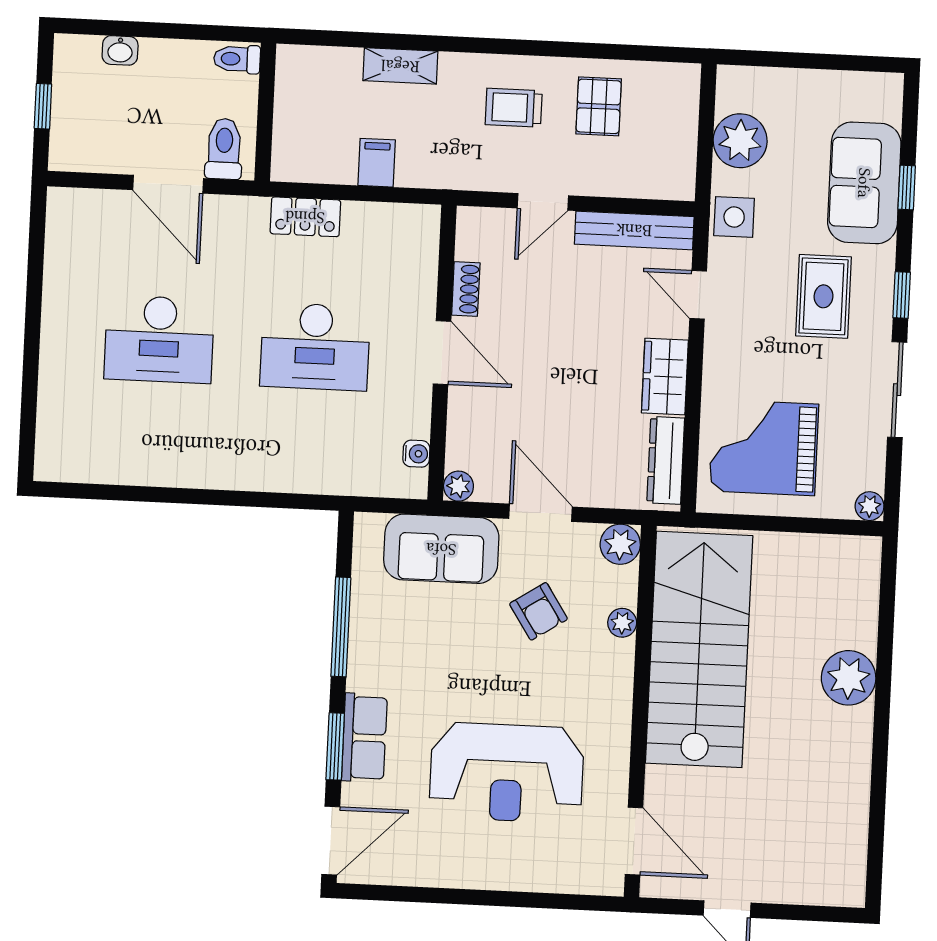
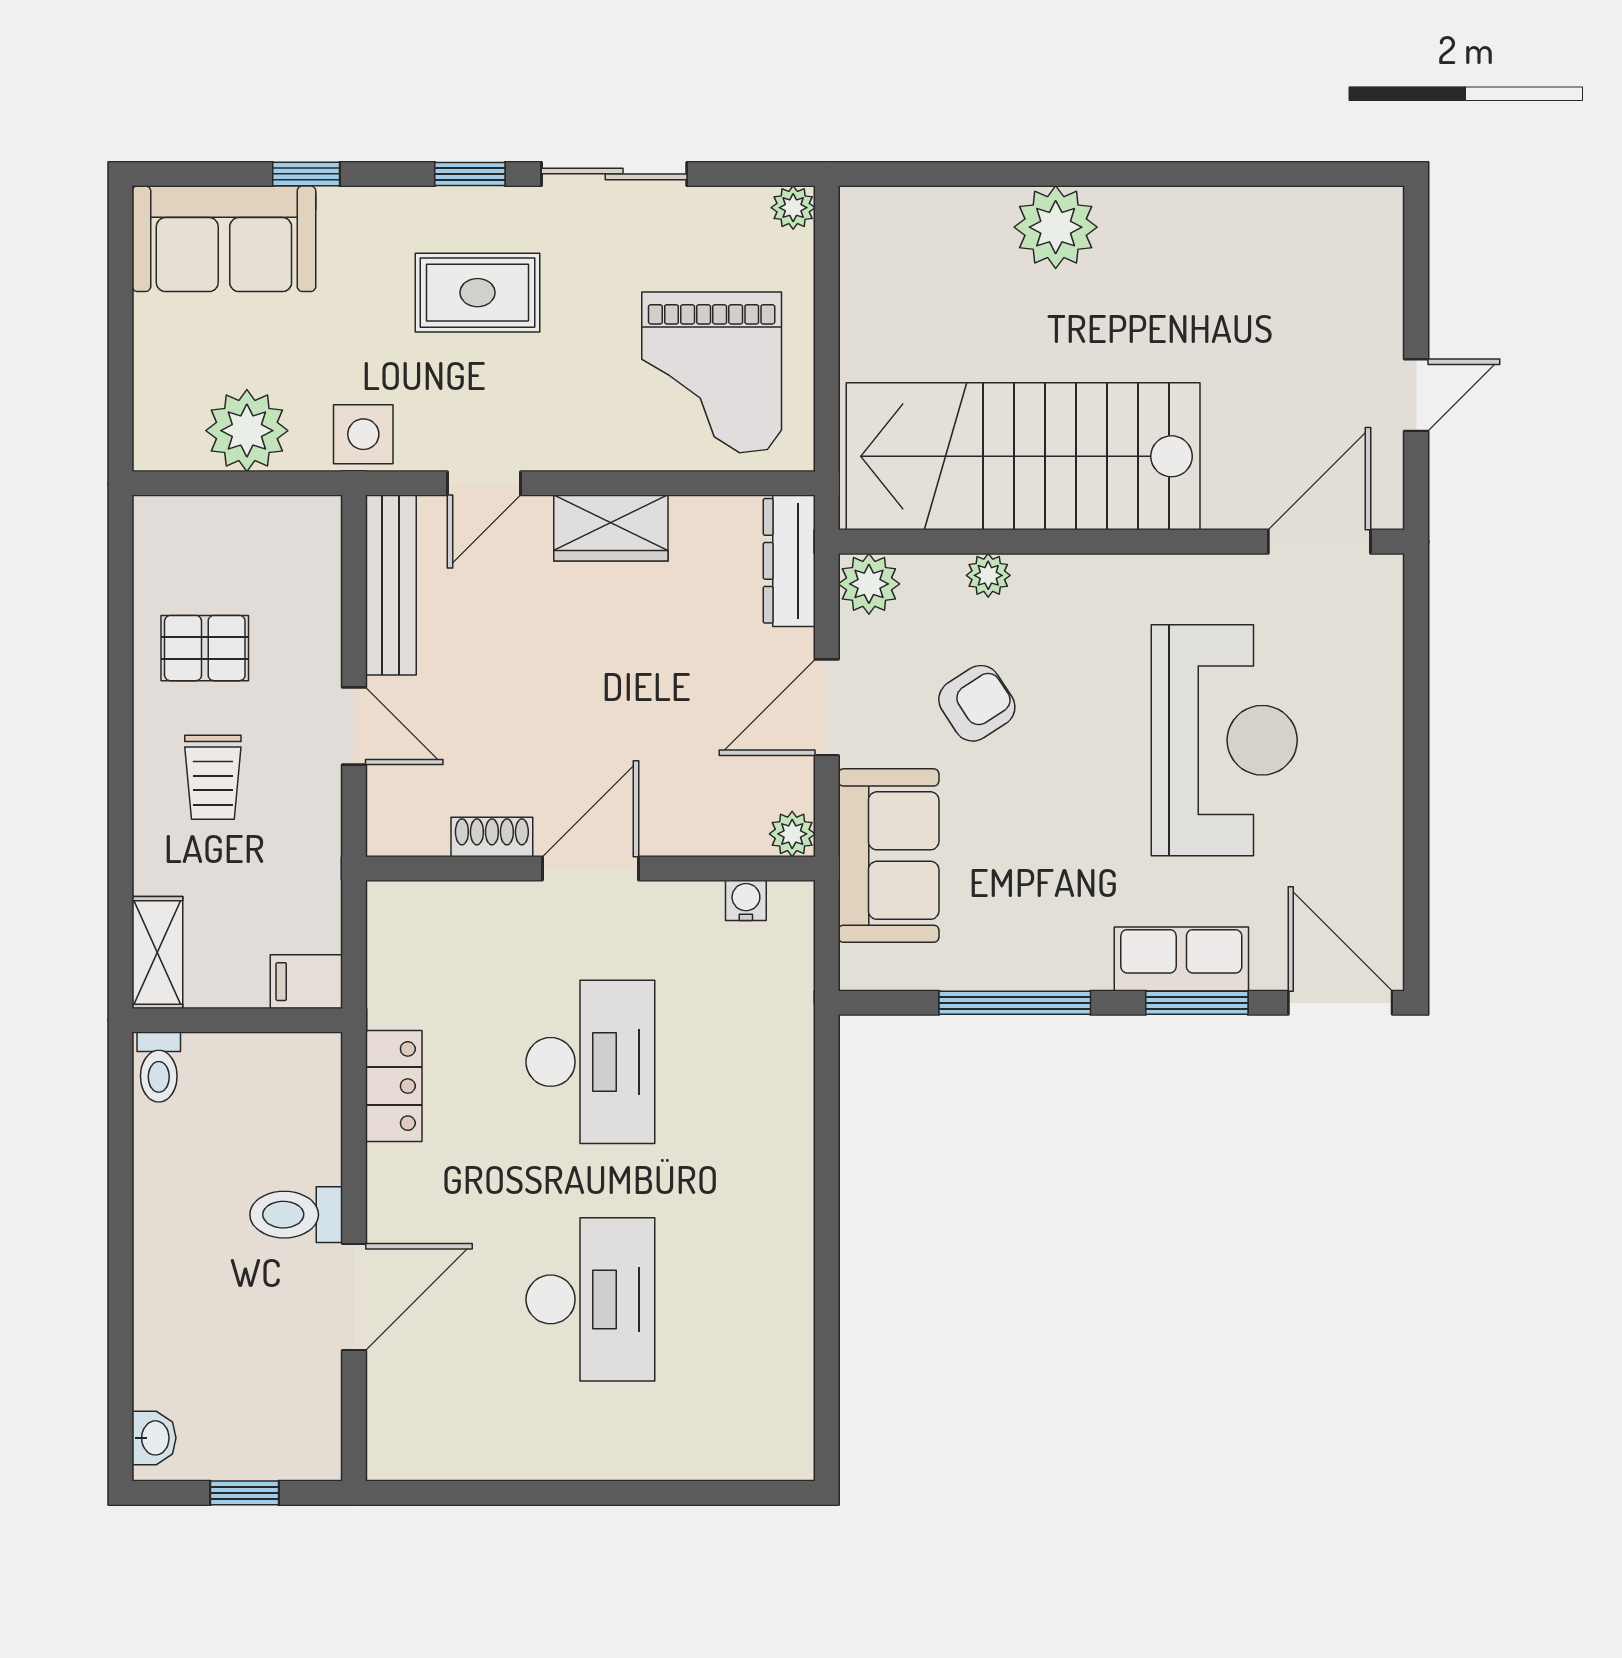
washbasin: (120, 50) -> (154, 1438), moved
toilet: (237, 59) -> (159, 1067), moved
wall: (265, 112) -> (237, 1020), moved
sofa: (864, 183) -> (224, 239), moved
dresser: (666, 460) -> (789, 561), moved, turned 90

